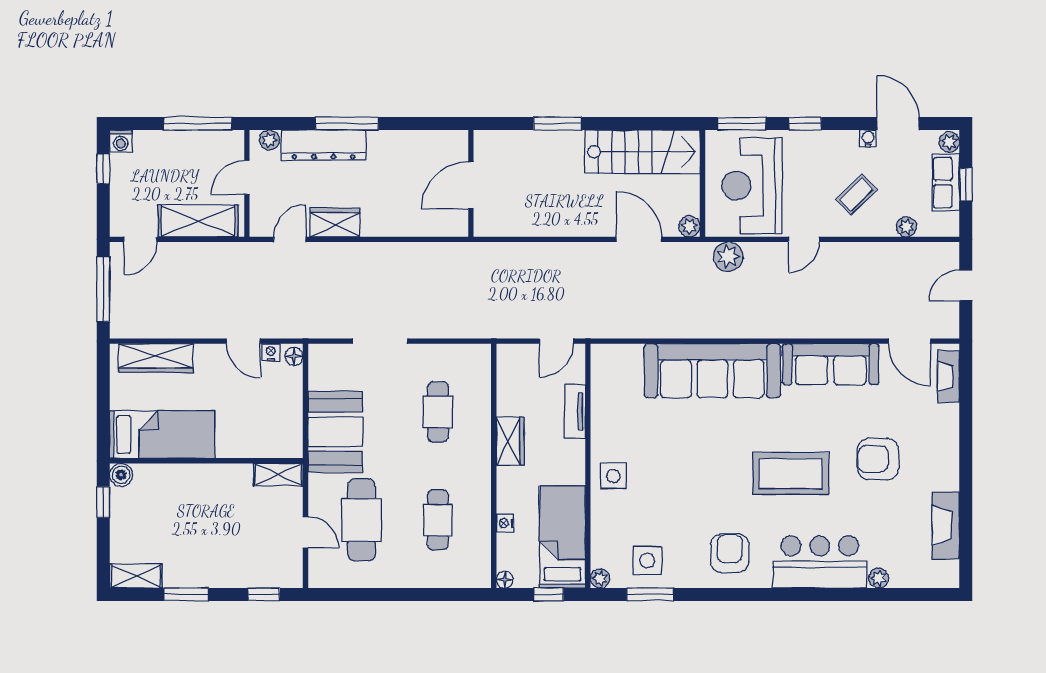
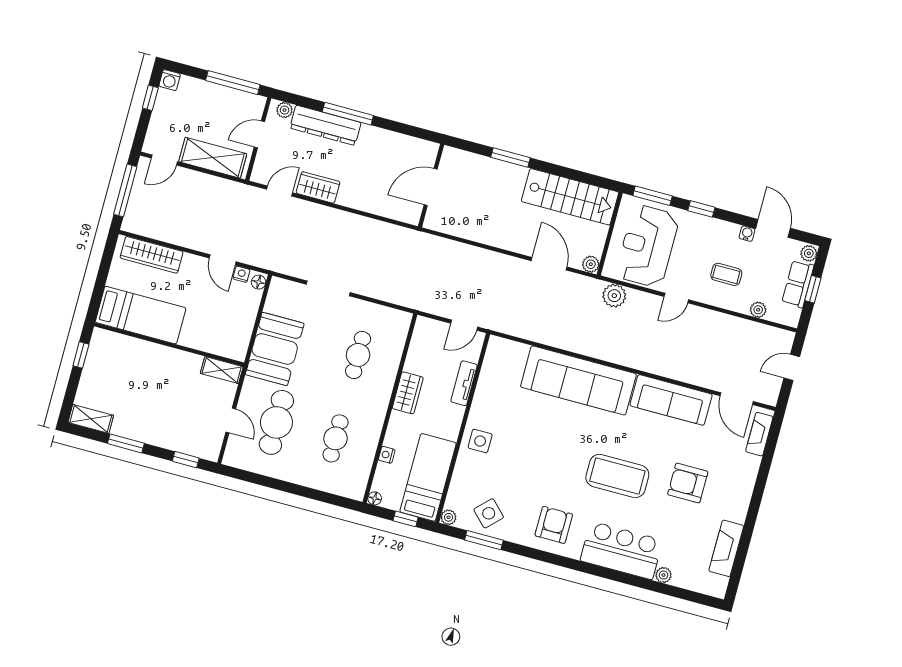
coffee table: (857, 194) -> (726, 274), turned 44
boiler: (121, 475) -> (100, 338), removed
side table: (647, 561) -> (489, 513), turned 45

